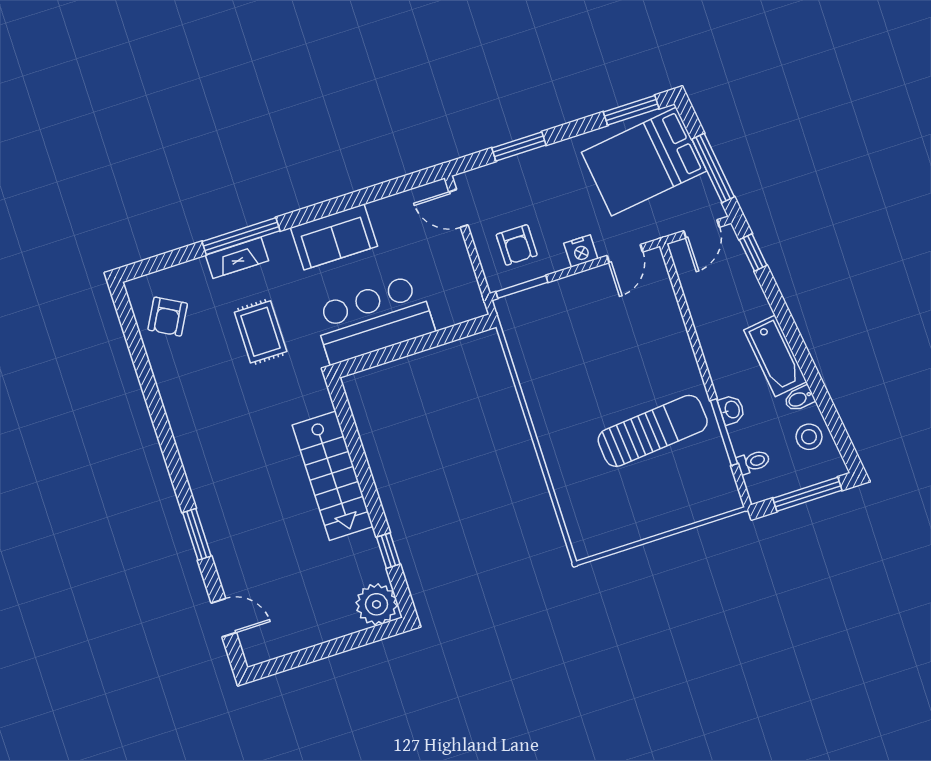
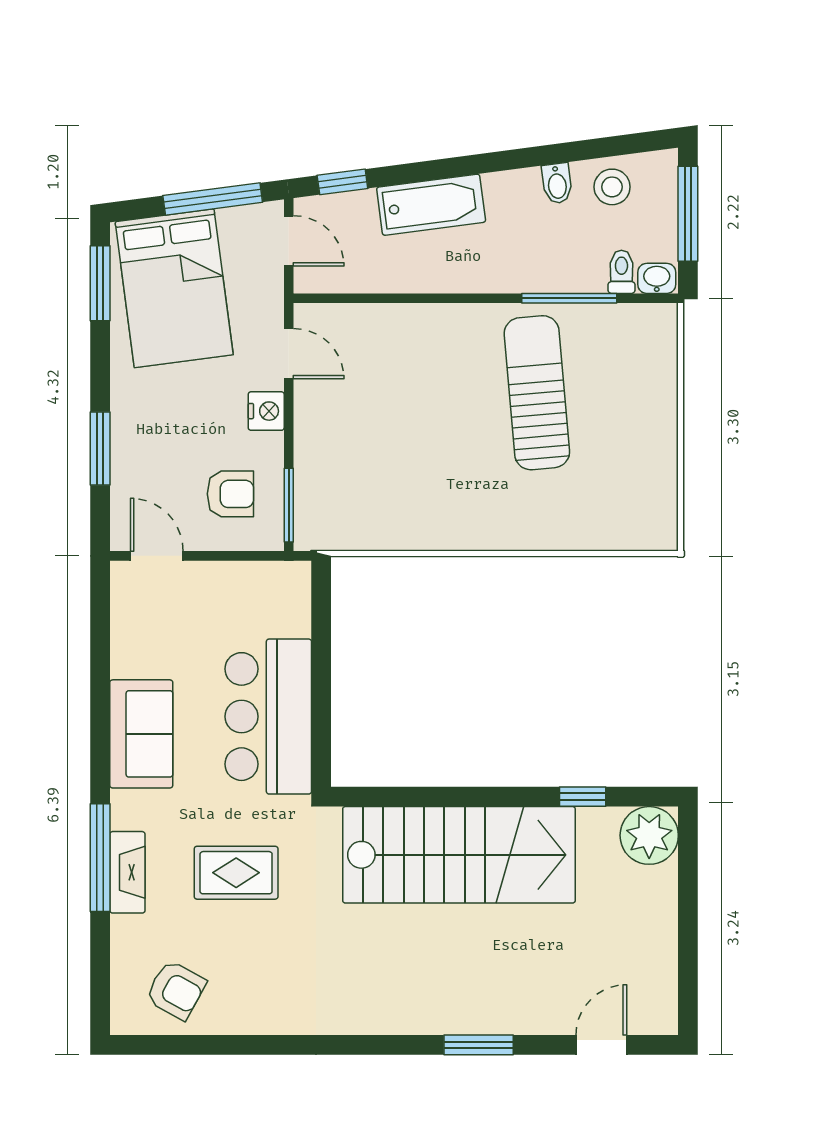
door: (458, 208) -> (157, 556), swing flipped
bathtub: (775, 356) -> (431, 205), moved
washbasin: (732, 410) -> (657, 278), moved
stairs: (333, 476) -> (459, 855), width x1.36, depth x1.51

